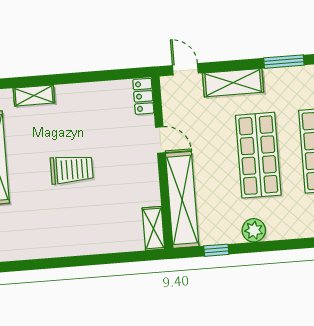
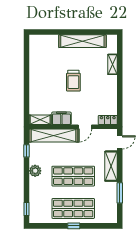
filing cabinet: (147, 187) -> (61, 118), added

